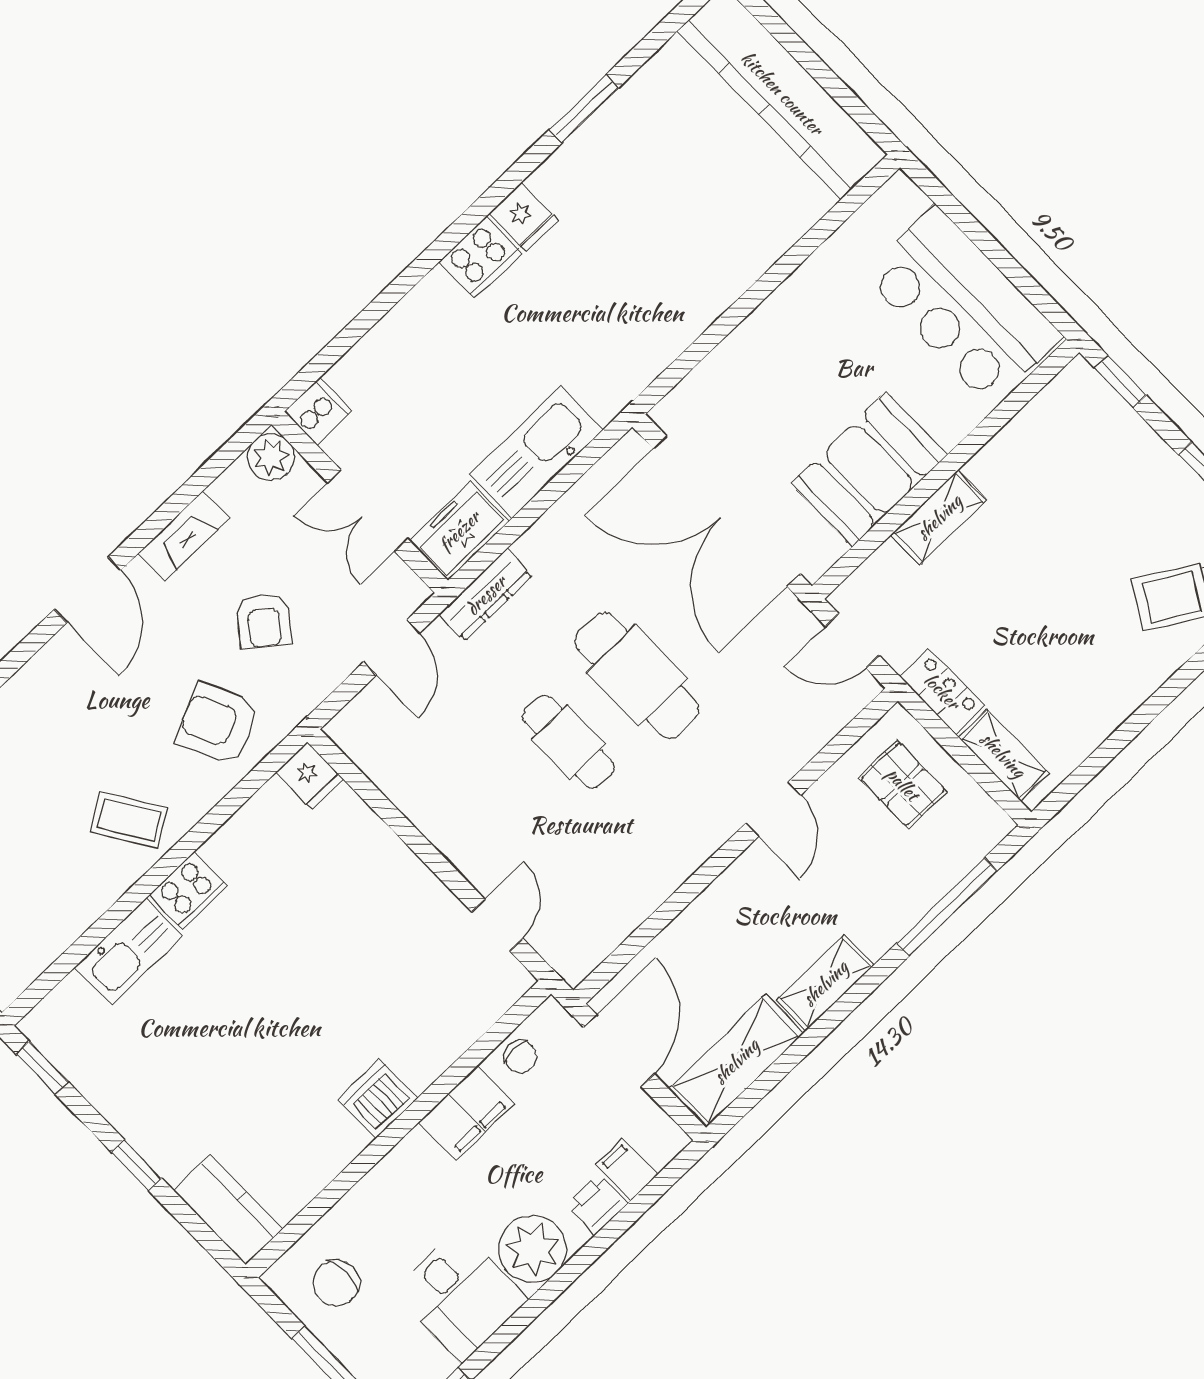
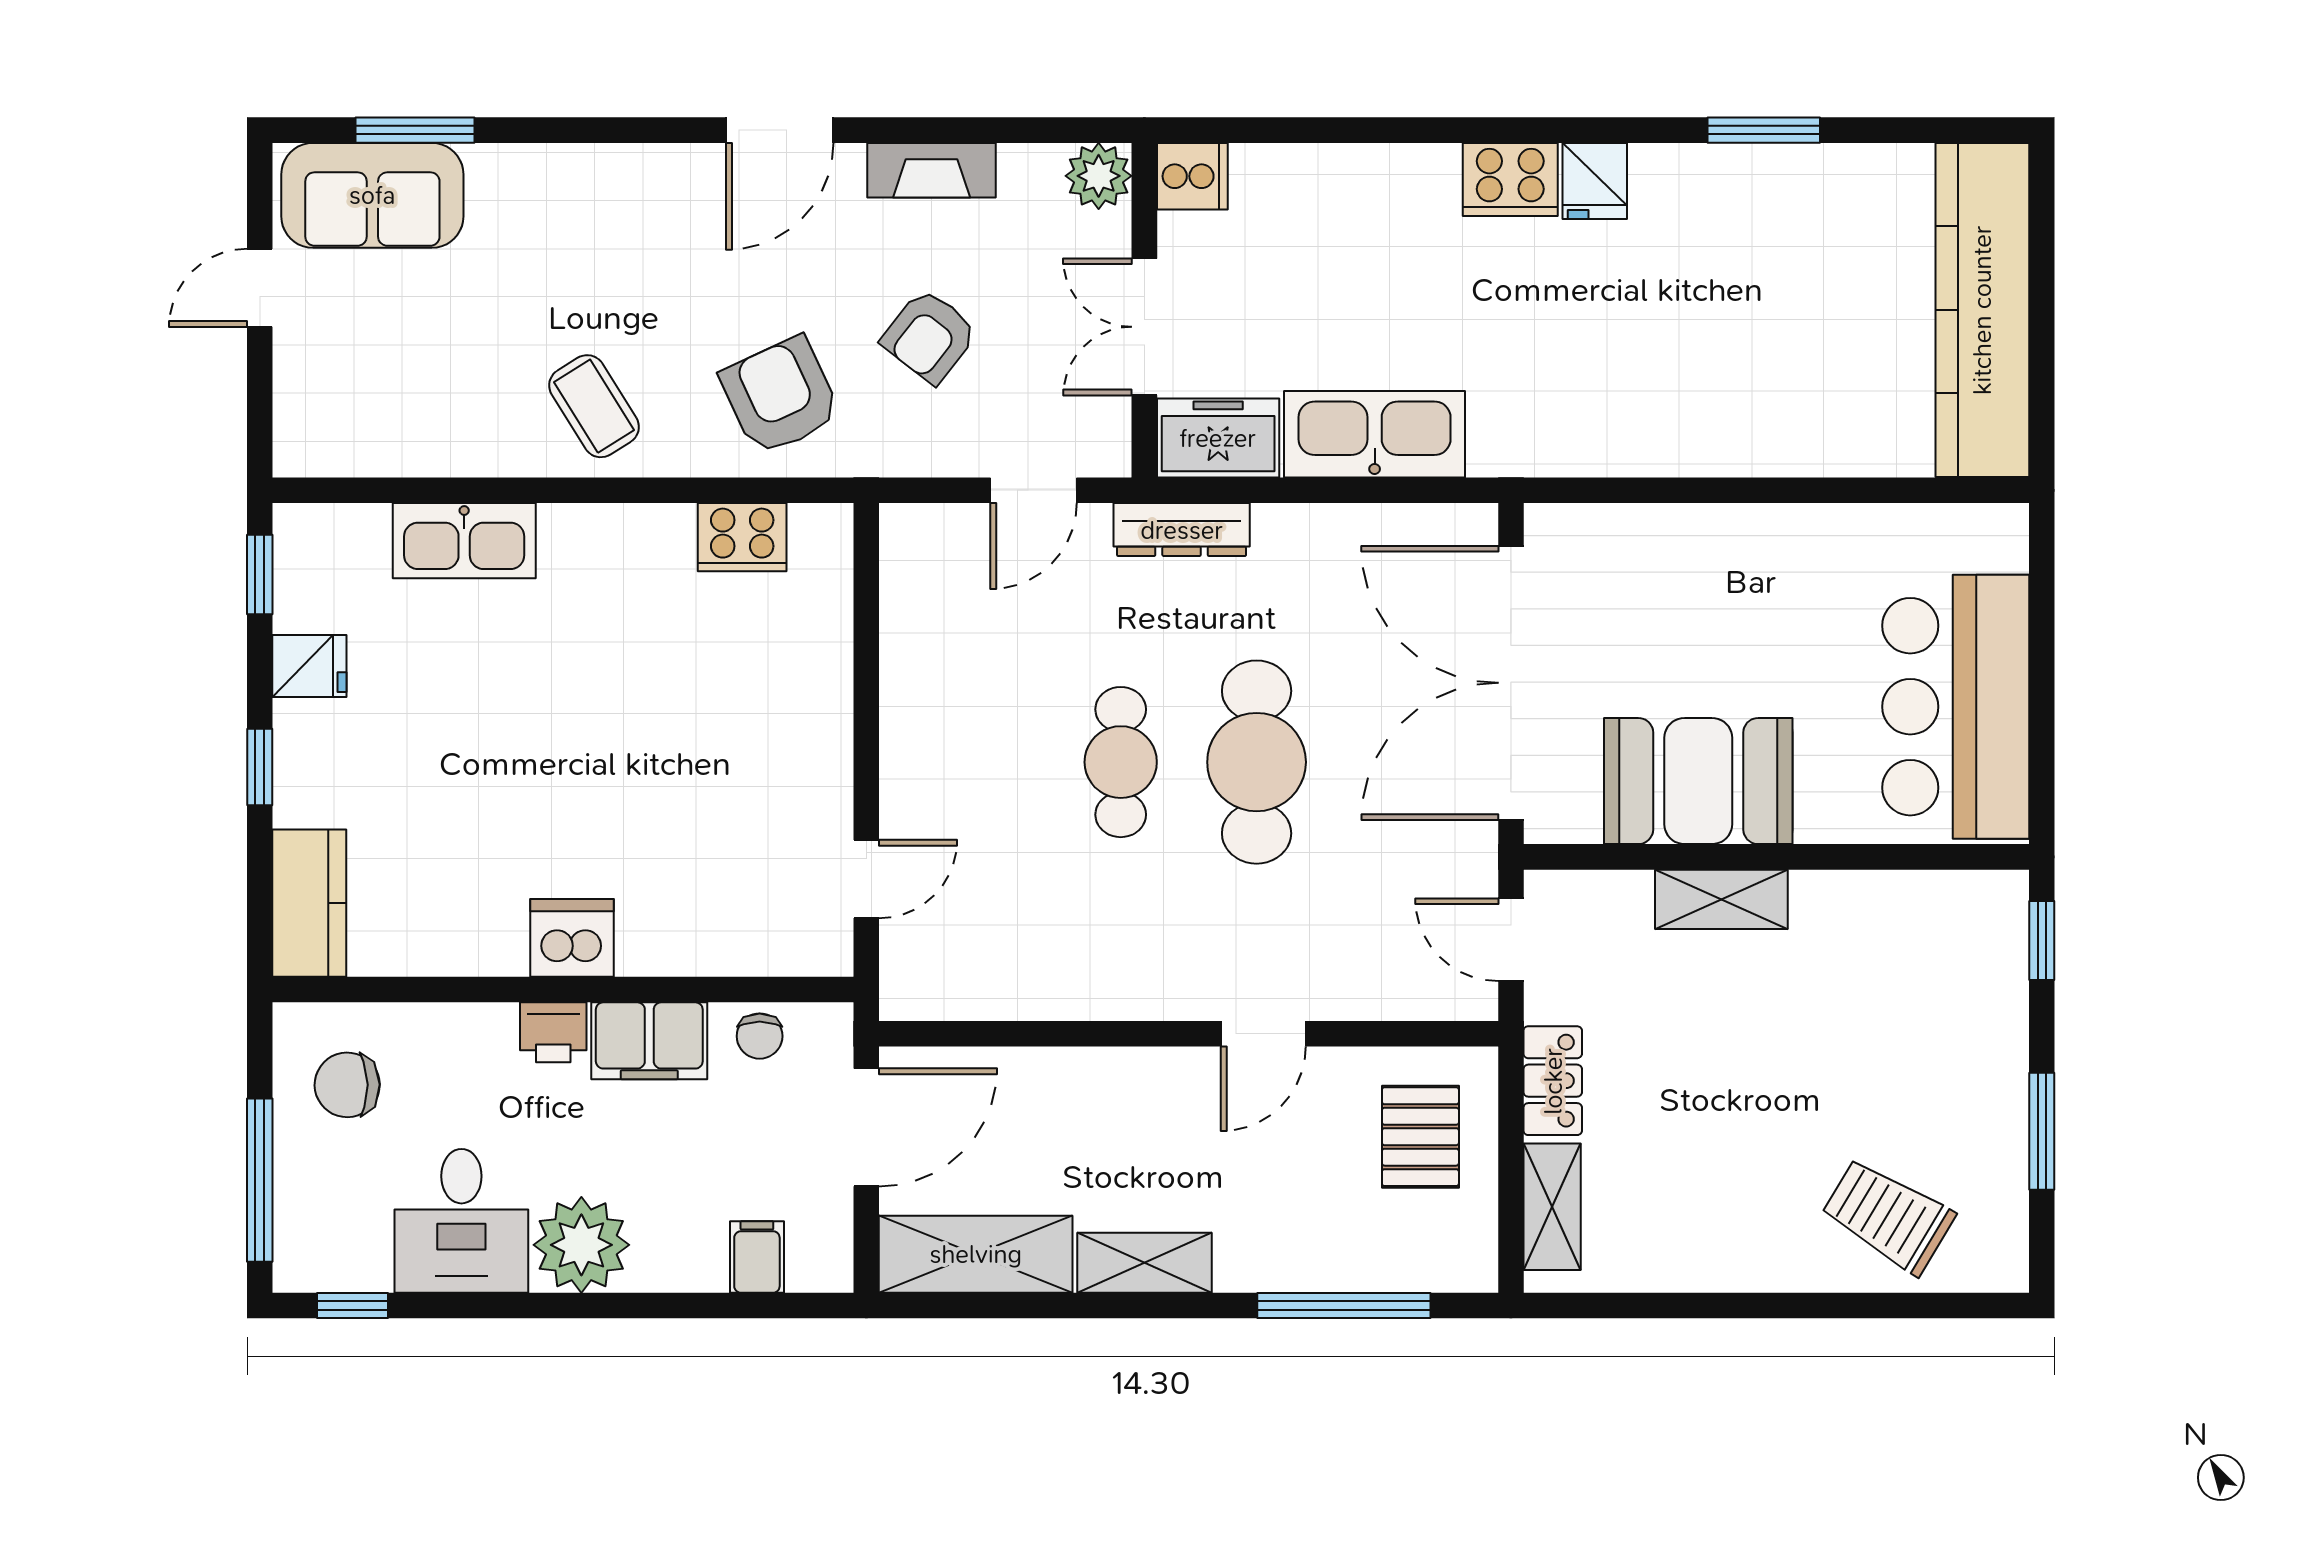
fridge: (310, 776) -> (309, 666), moved, turned -90
cooker: (188, 890) -> (742, 537), moved
printer: (597, 1204) -> (553, 1032), moved, turned 180

